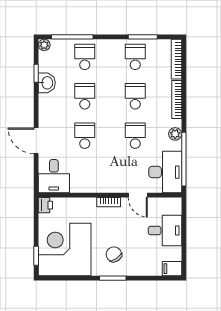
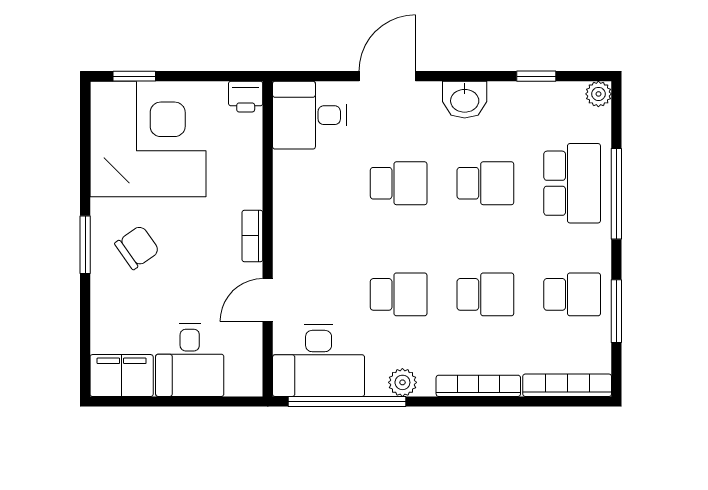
window: (72, 37) -> (616, 194), moved
school desk: (85, 57) -> (572, 183), width x1.85
washbasin: (47, 83) -> (465, 100), moved
filing cabinet: (172, 269) -> (122, 376), width x2.00

